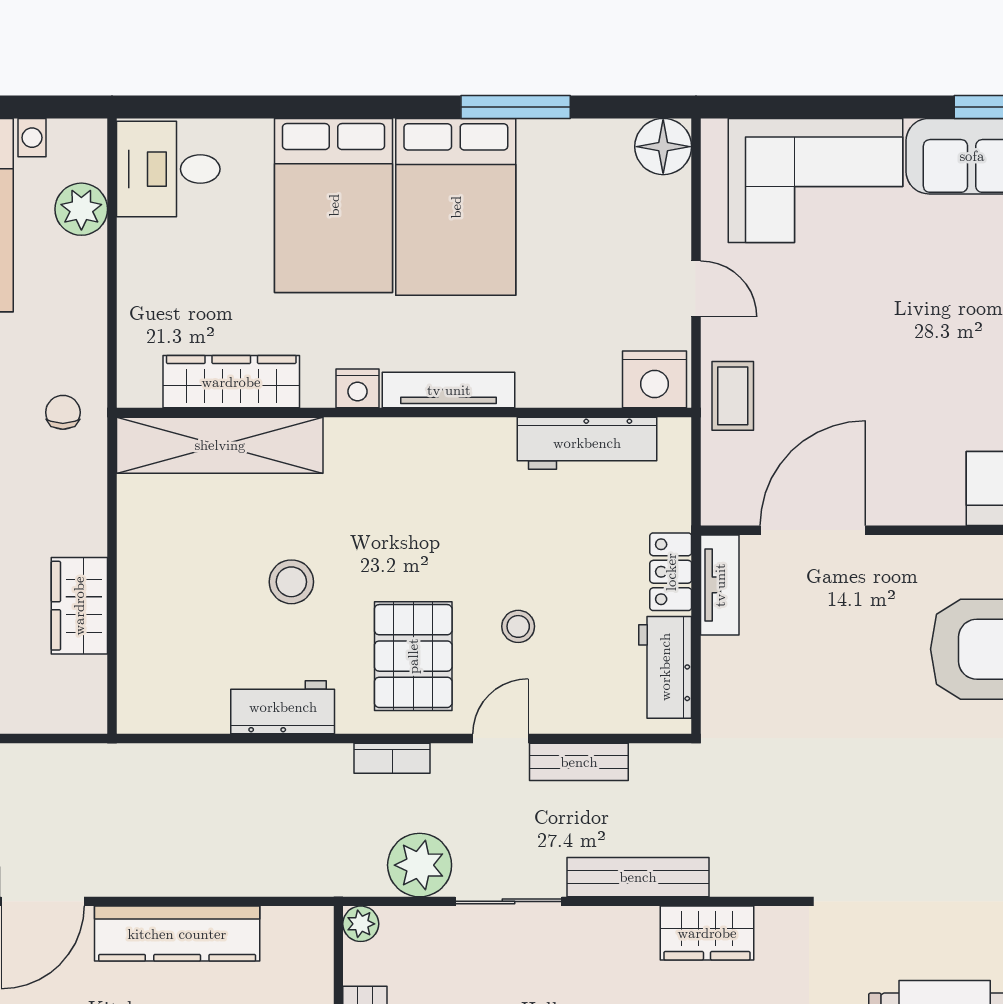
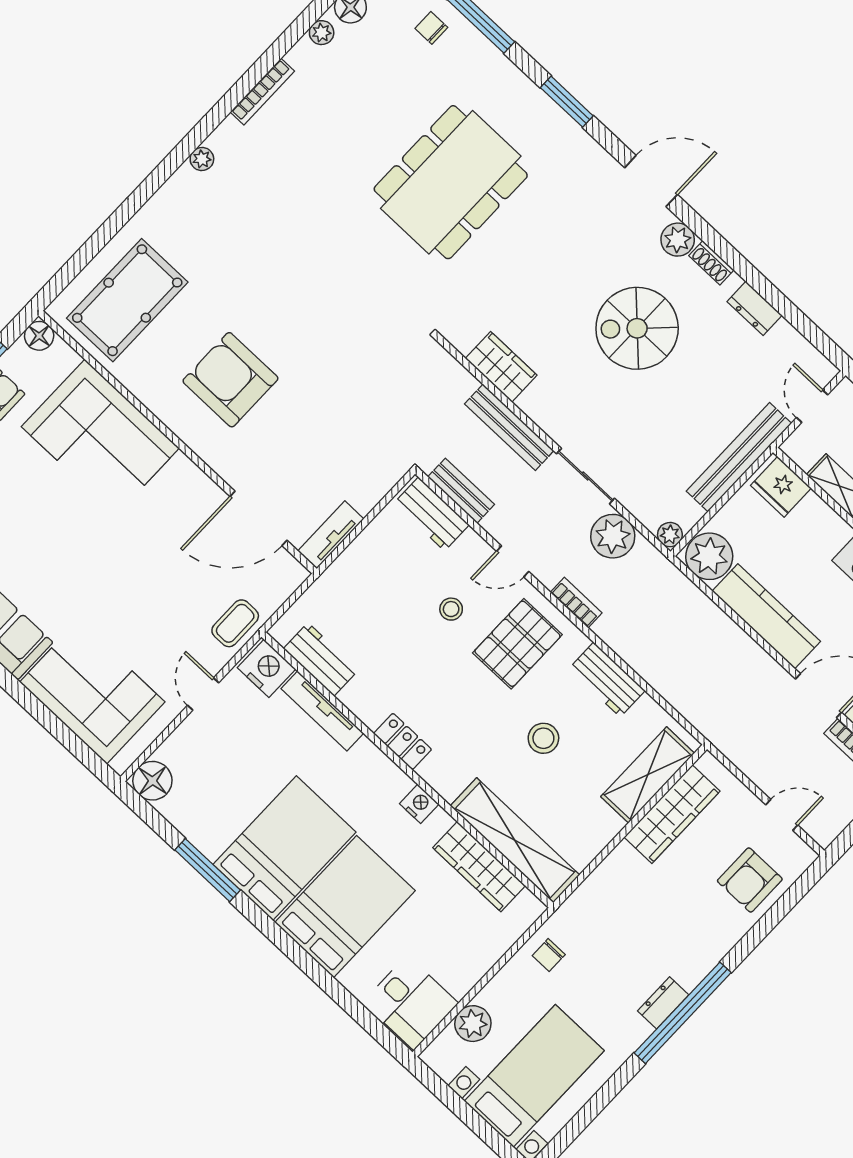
tv unit: (449, 390) -> (322, 711), moved
chair: (63, 412) -> (549, 955), moved
workbench: (587, 443) -> (321, 659), width x0.73
locker: (671, 572) -> (403, 741), moved, turned -90
wardrobe: (79, 606) -> (672, 814), width x1.50
shelving: (144, 647) -> (648, 775), added
workbench: (665, 667) -> (431, 514), moved, turned 90
bench: (579, 762) -> (461, 491), moved
plant: (297, 940) -> (709, 556), added

